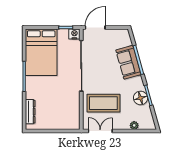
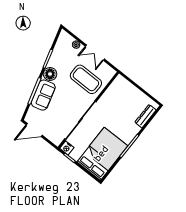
door: (95, 28) -> (34, 130), moved
floor lamp: (140, 98) -> (50, 74), moved
double door: (100, 131) -> (95, 53), moved

